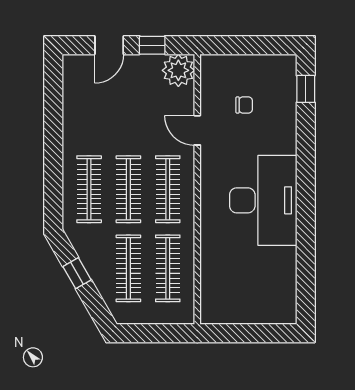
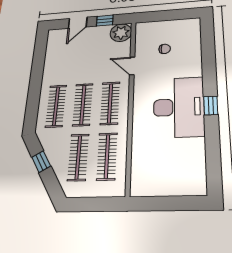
window: (306, 89) -> (211, 106), moved

